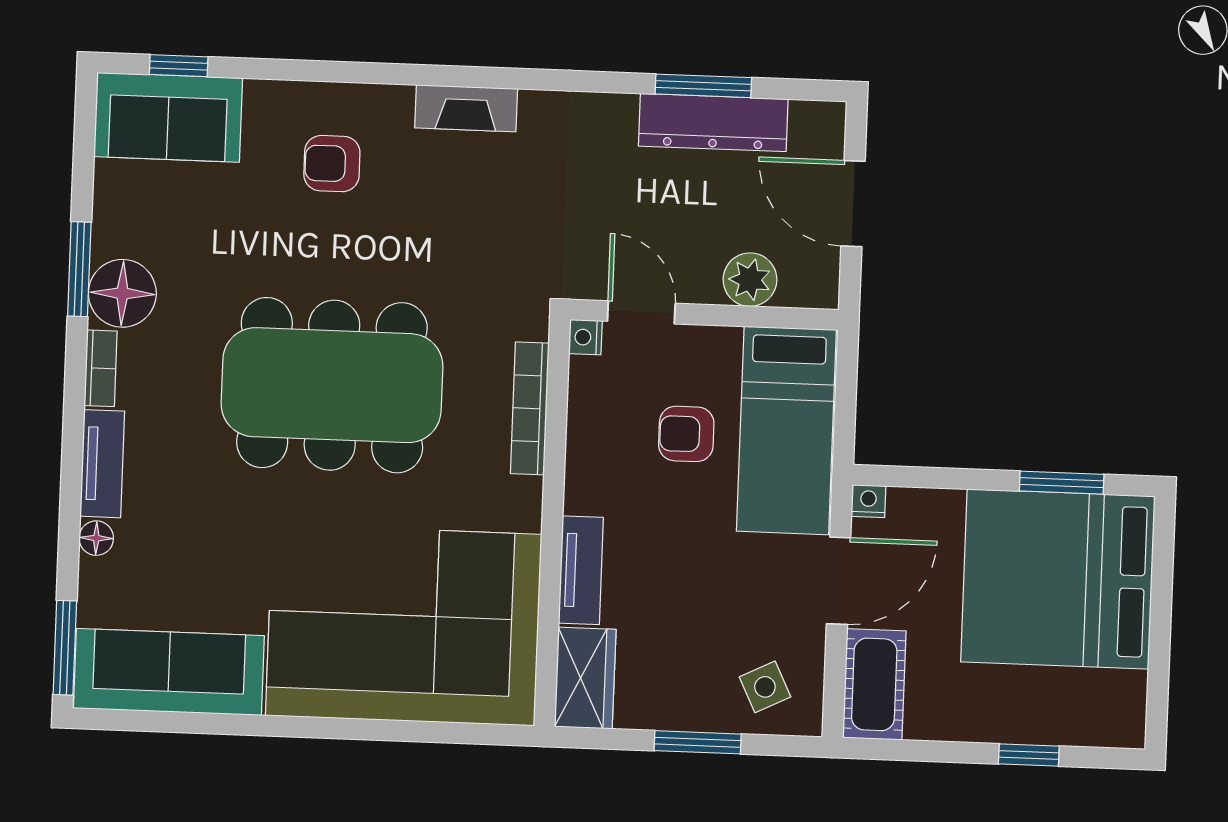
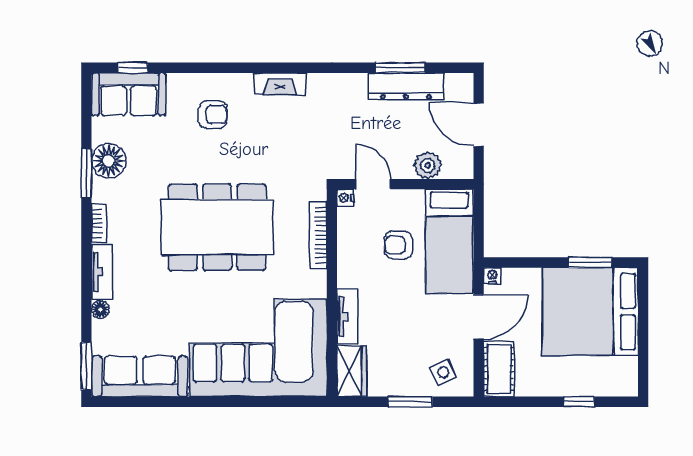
armchair: (332, 164) -> (213, 115), turned 180
floor lamp: (122, 293) -> (109, 161), moved

